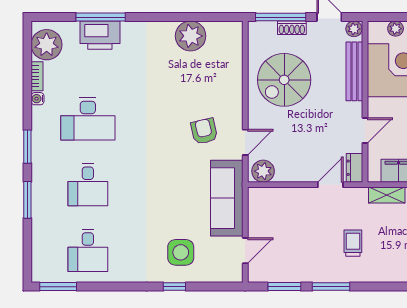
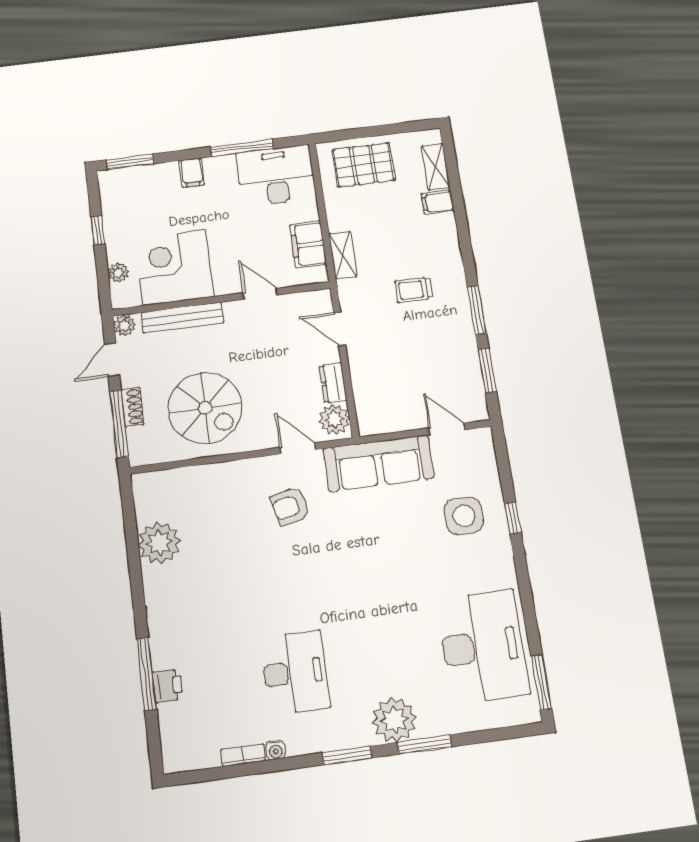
printer: (100, 35) -> (168, 686), width x0.53, depth x0.68
plant: (47, 45) -> (394, 720), moved
dresser: (354, 168) -> (333, 383), moved, turned 90
desk: (88, 185) -> (389, 659), removed
desk: (88, 250) -> (483, 647), width x1.87, depth x1.30

